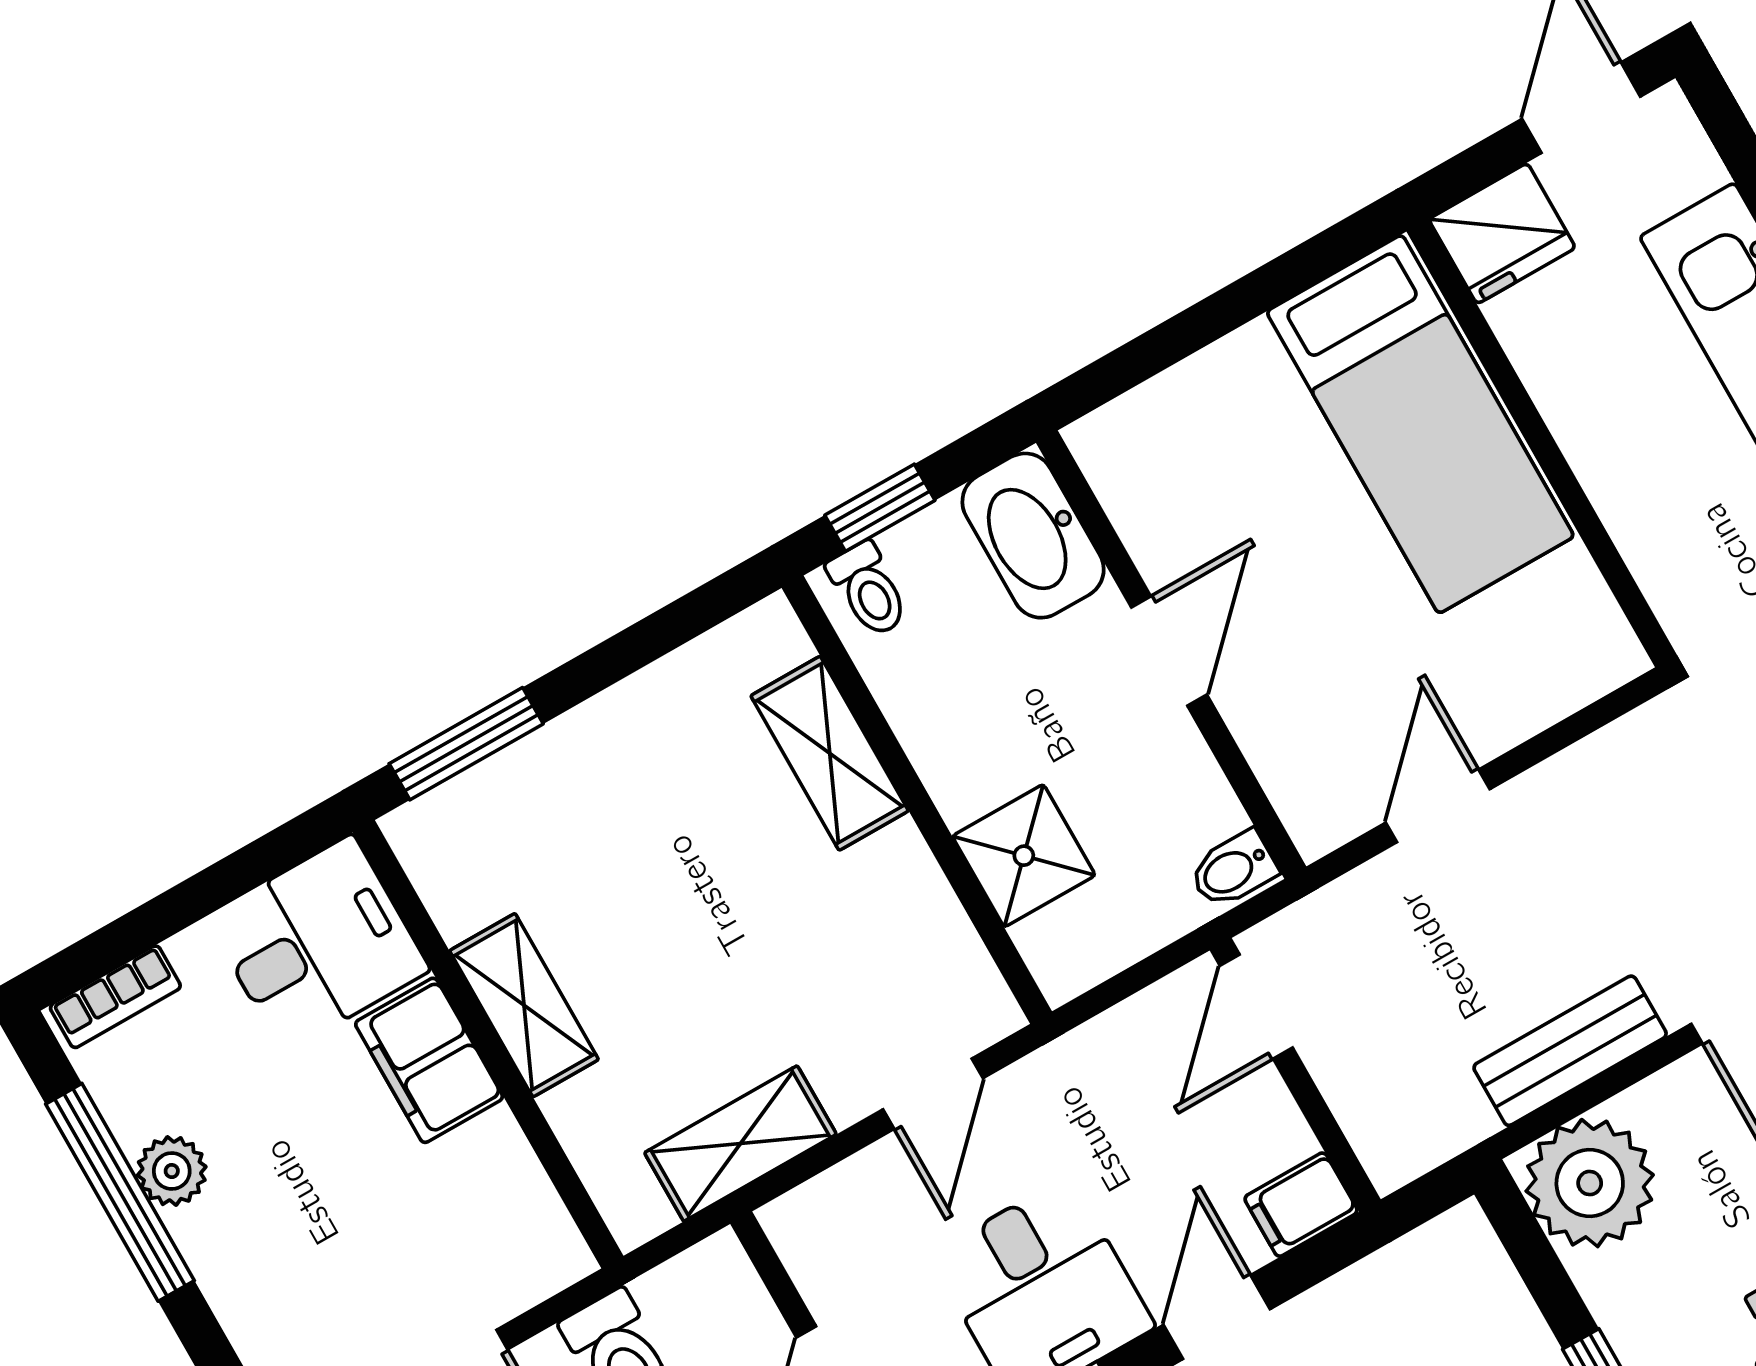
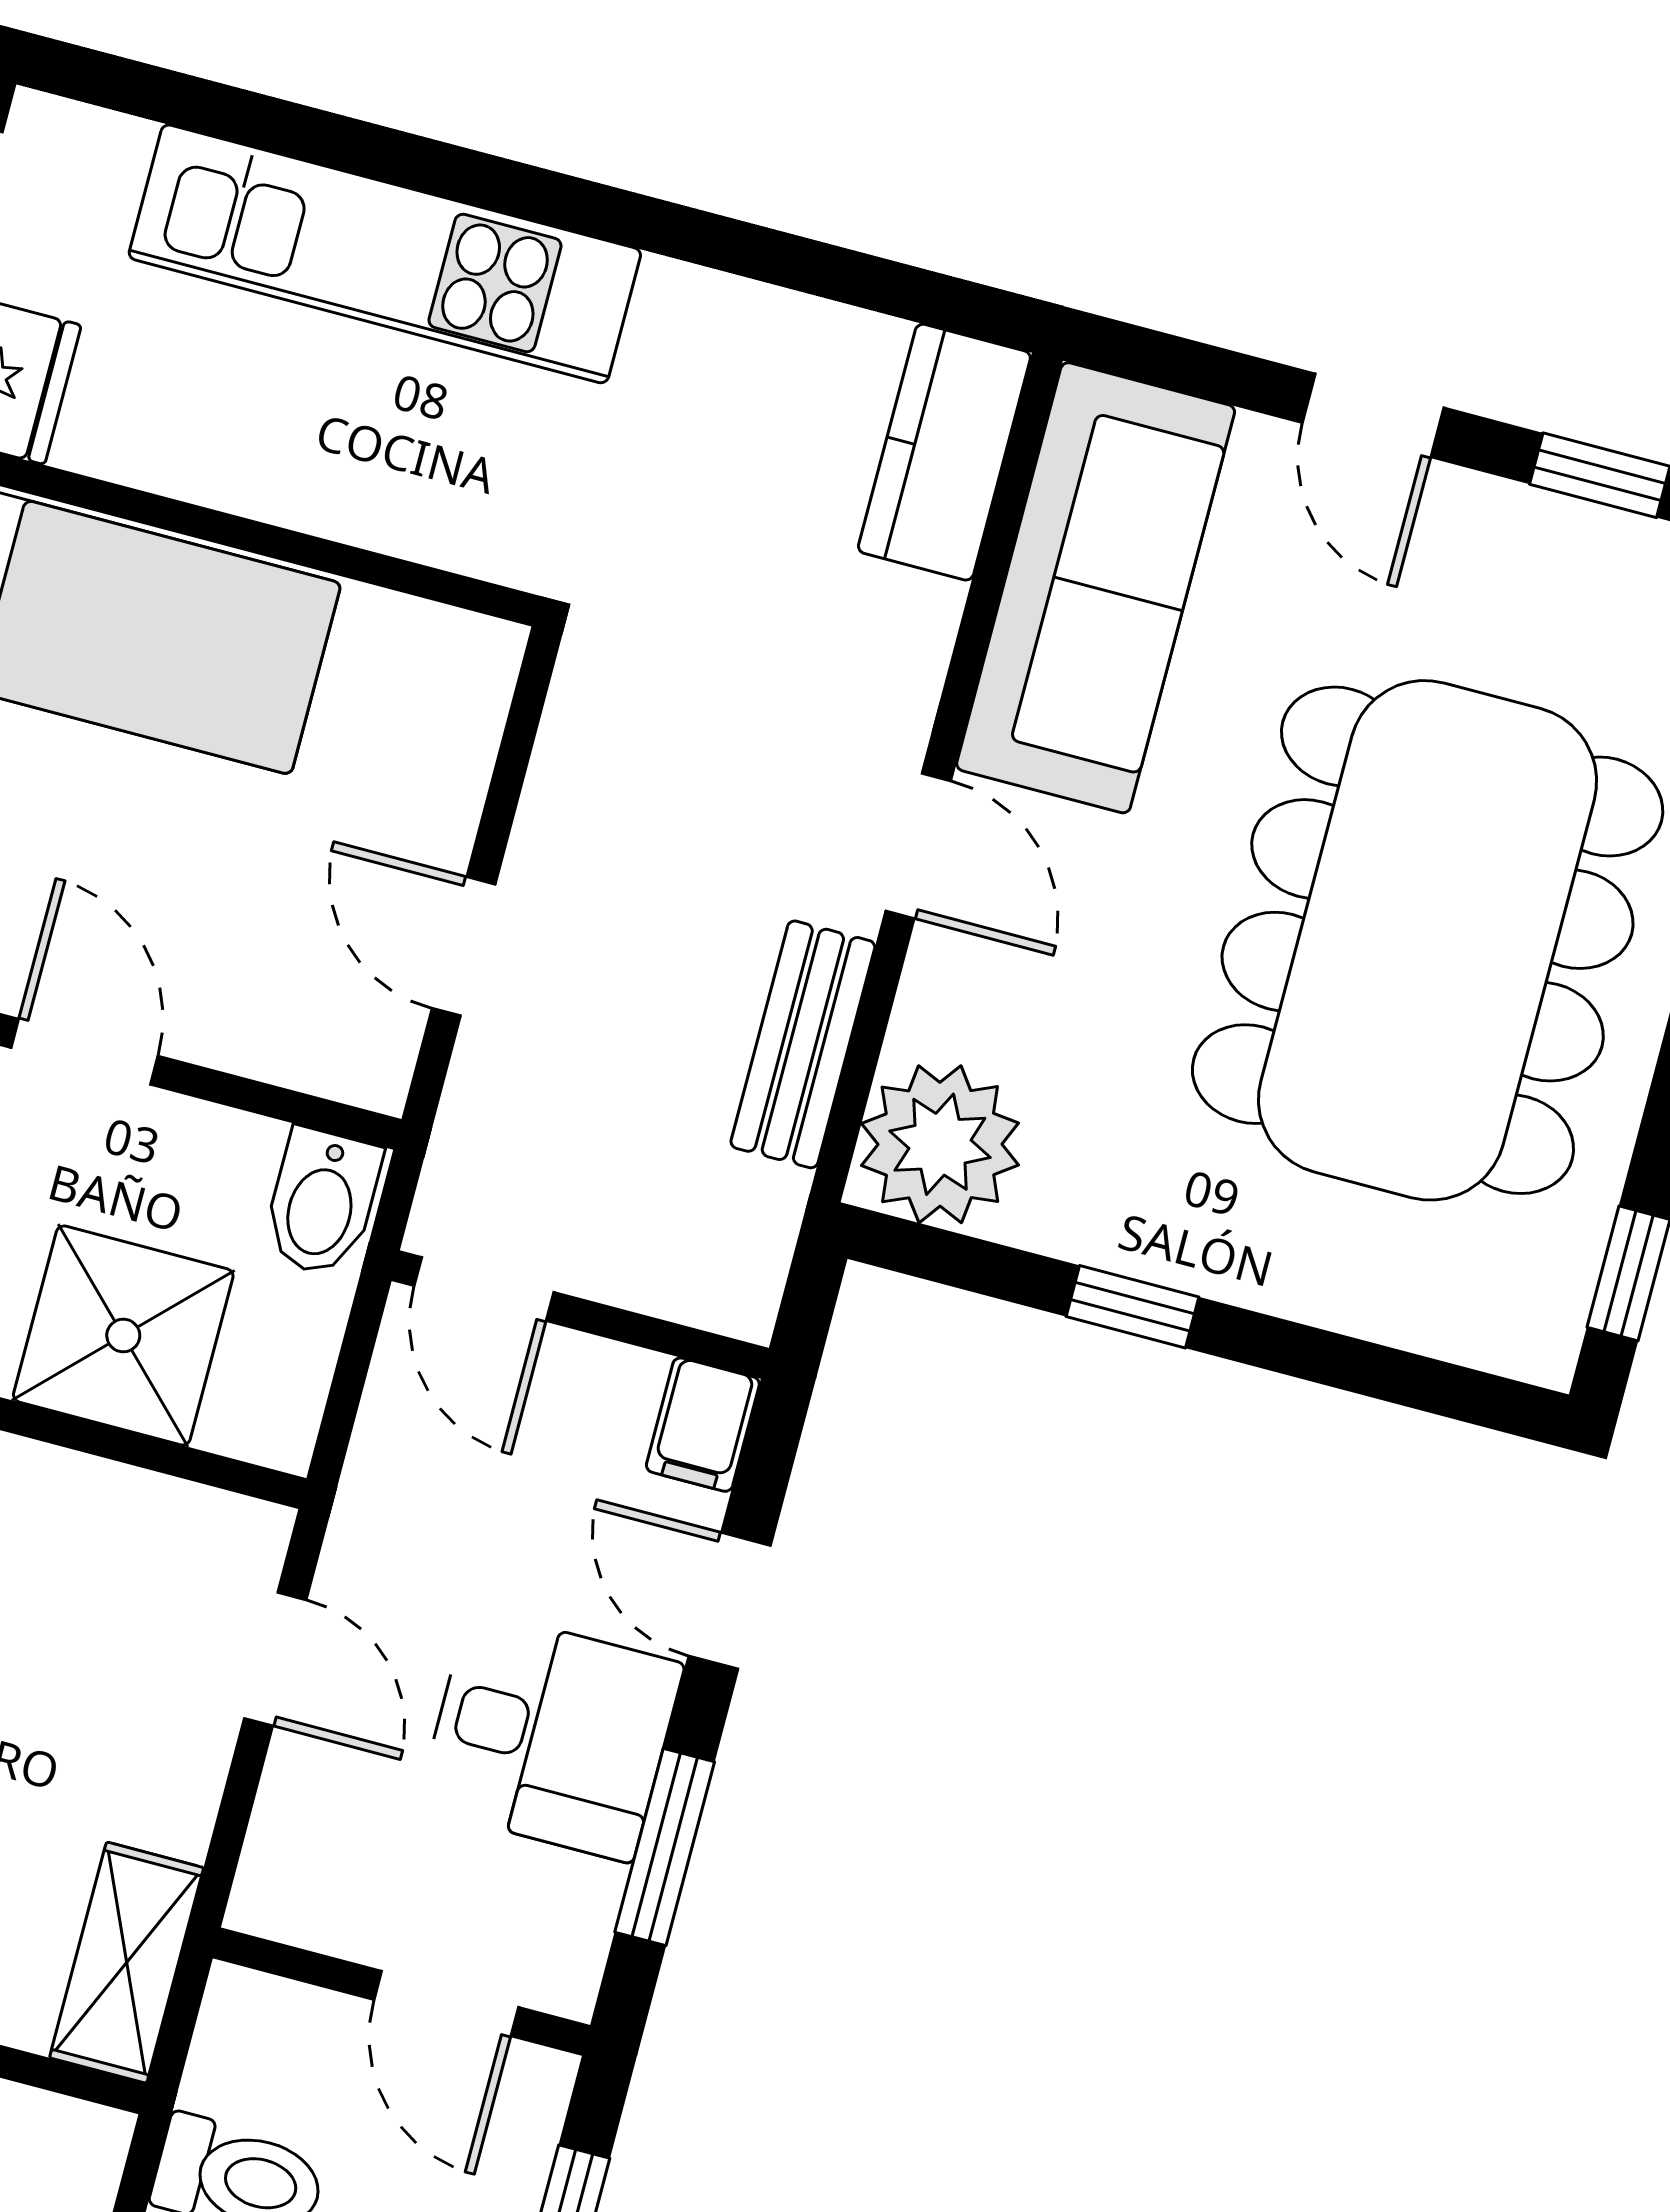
shower: (1024, 856) -> (123, 1335), width x1.36, depth x1.36
bidet: (1233, 870) -> (322, 1202), width x1.38, depth x1.36
shelving: (740, 1144) -> (127, 1963), moved

